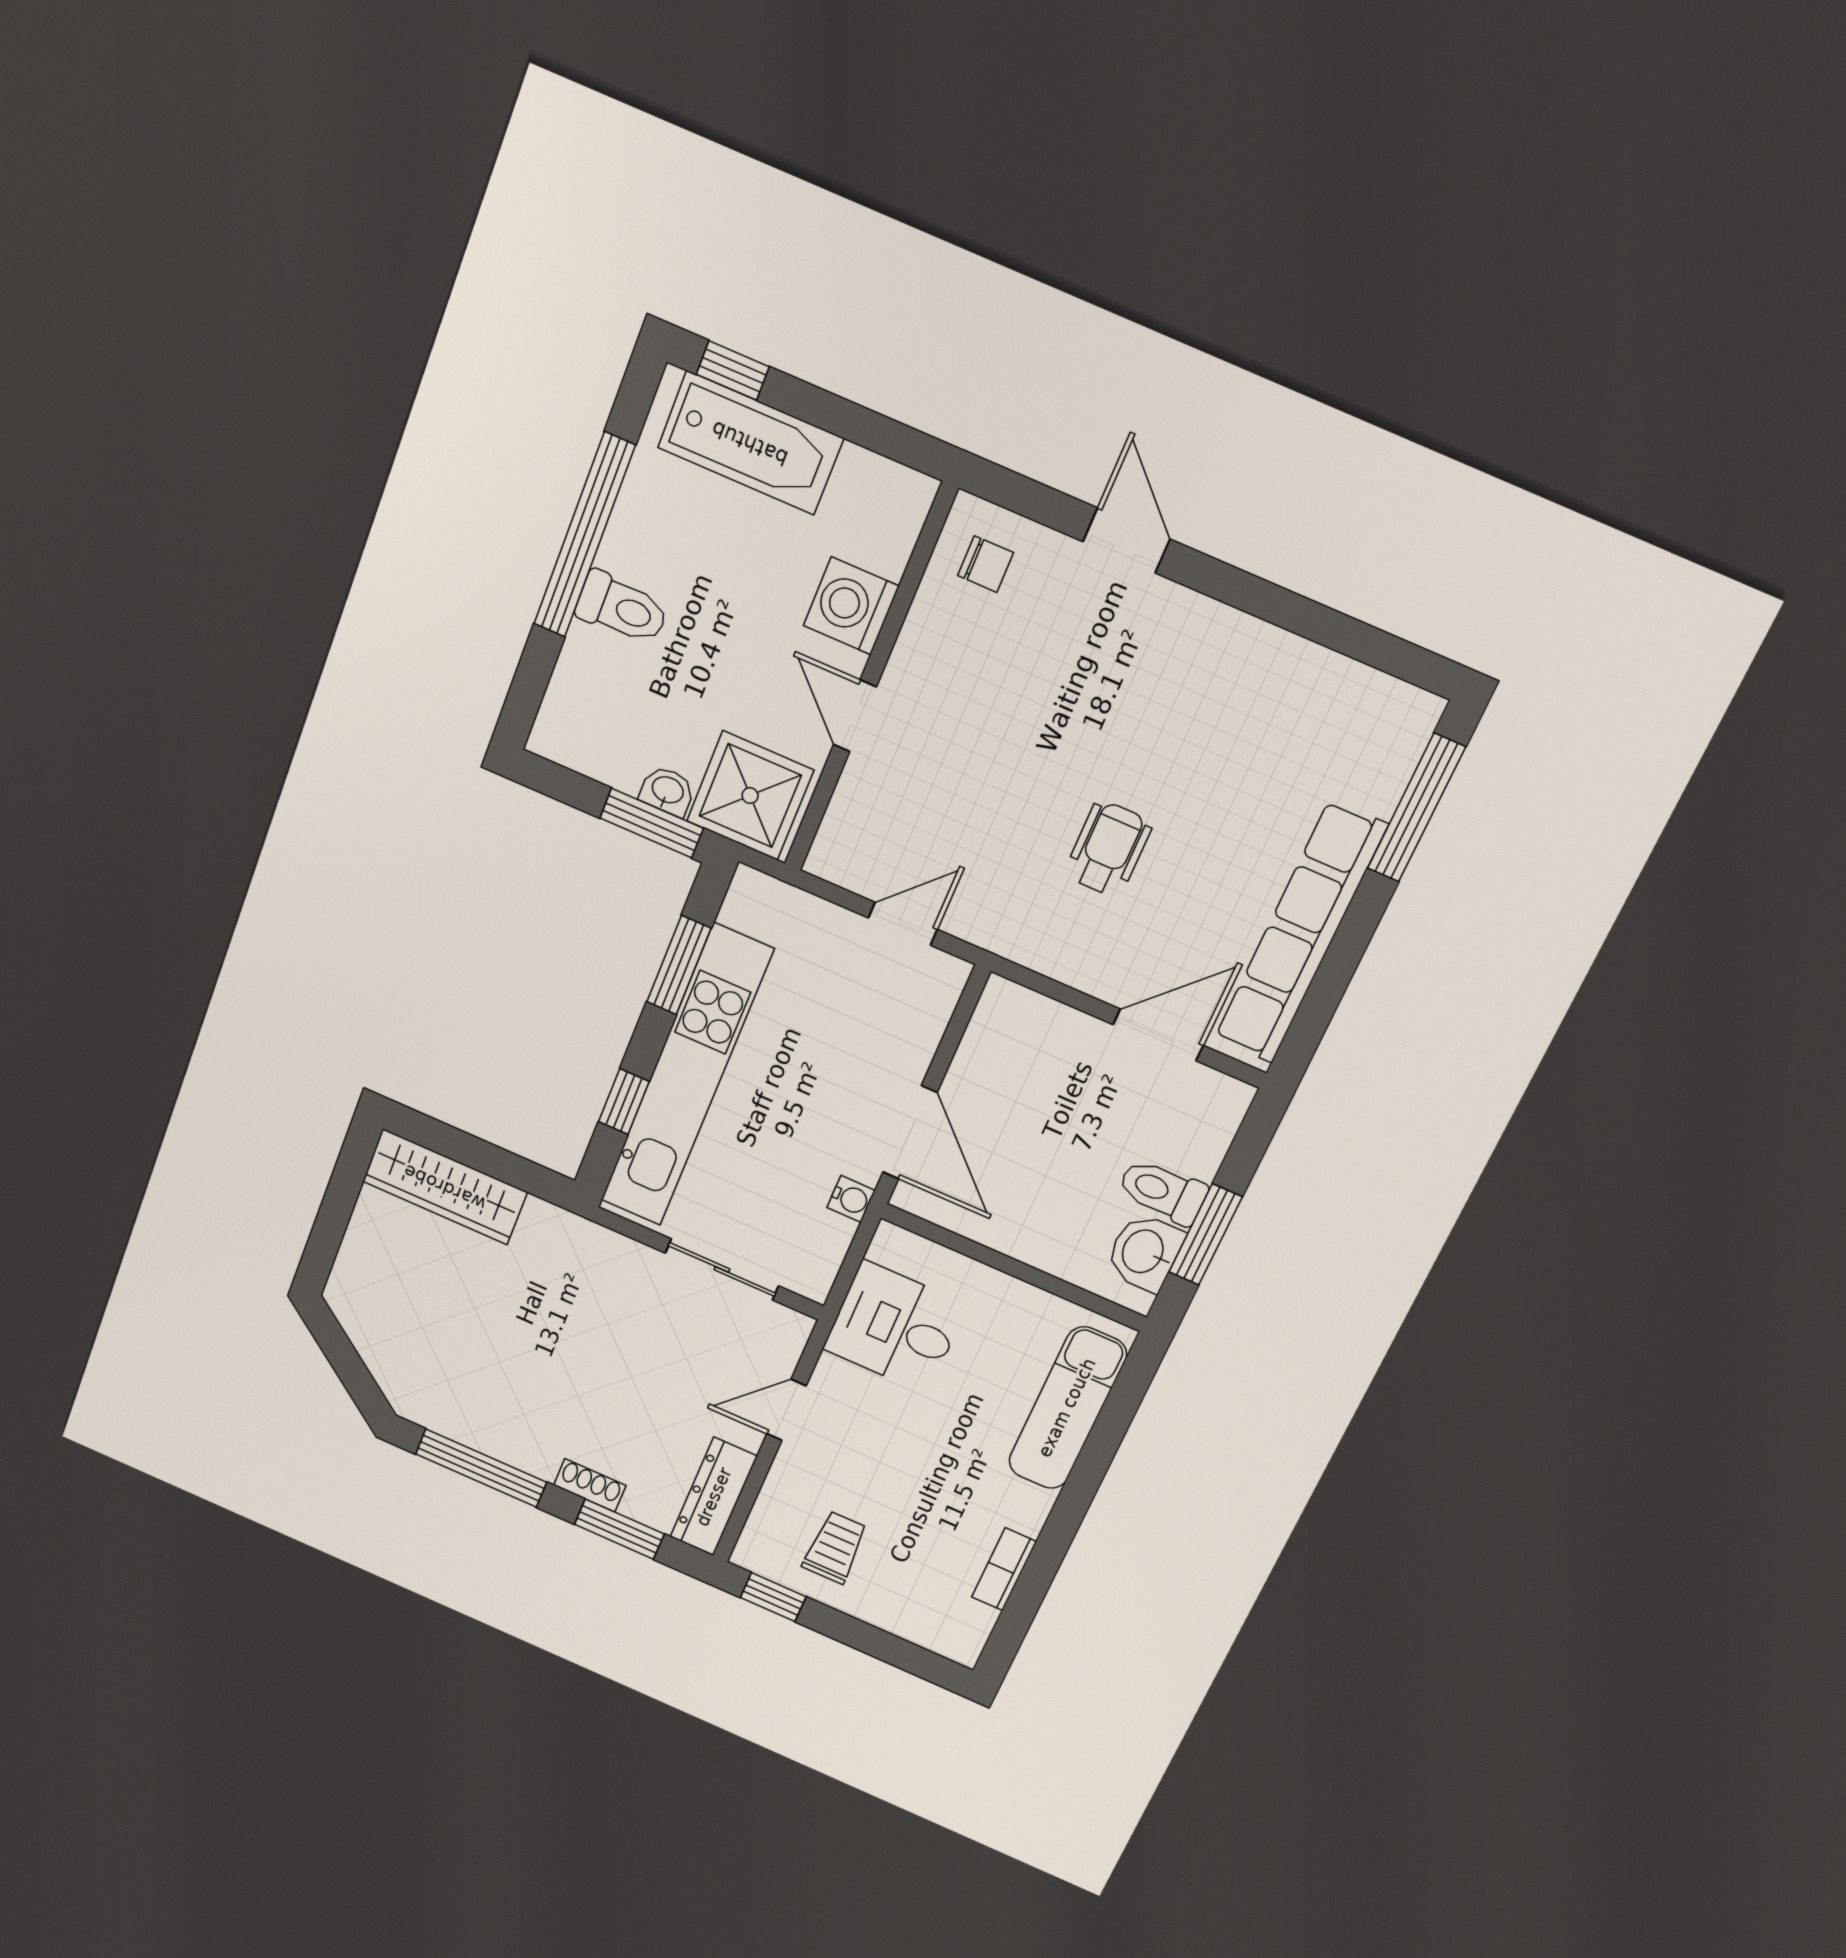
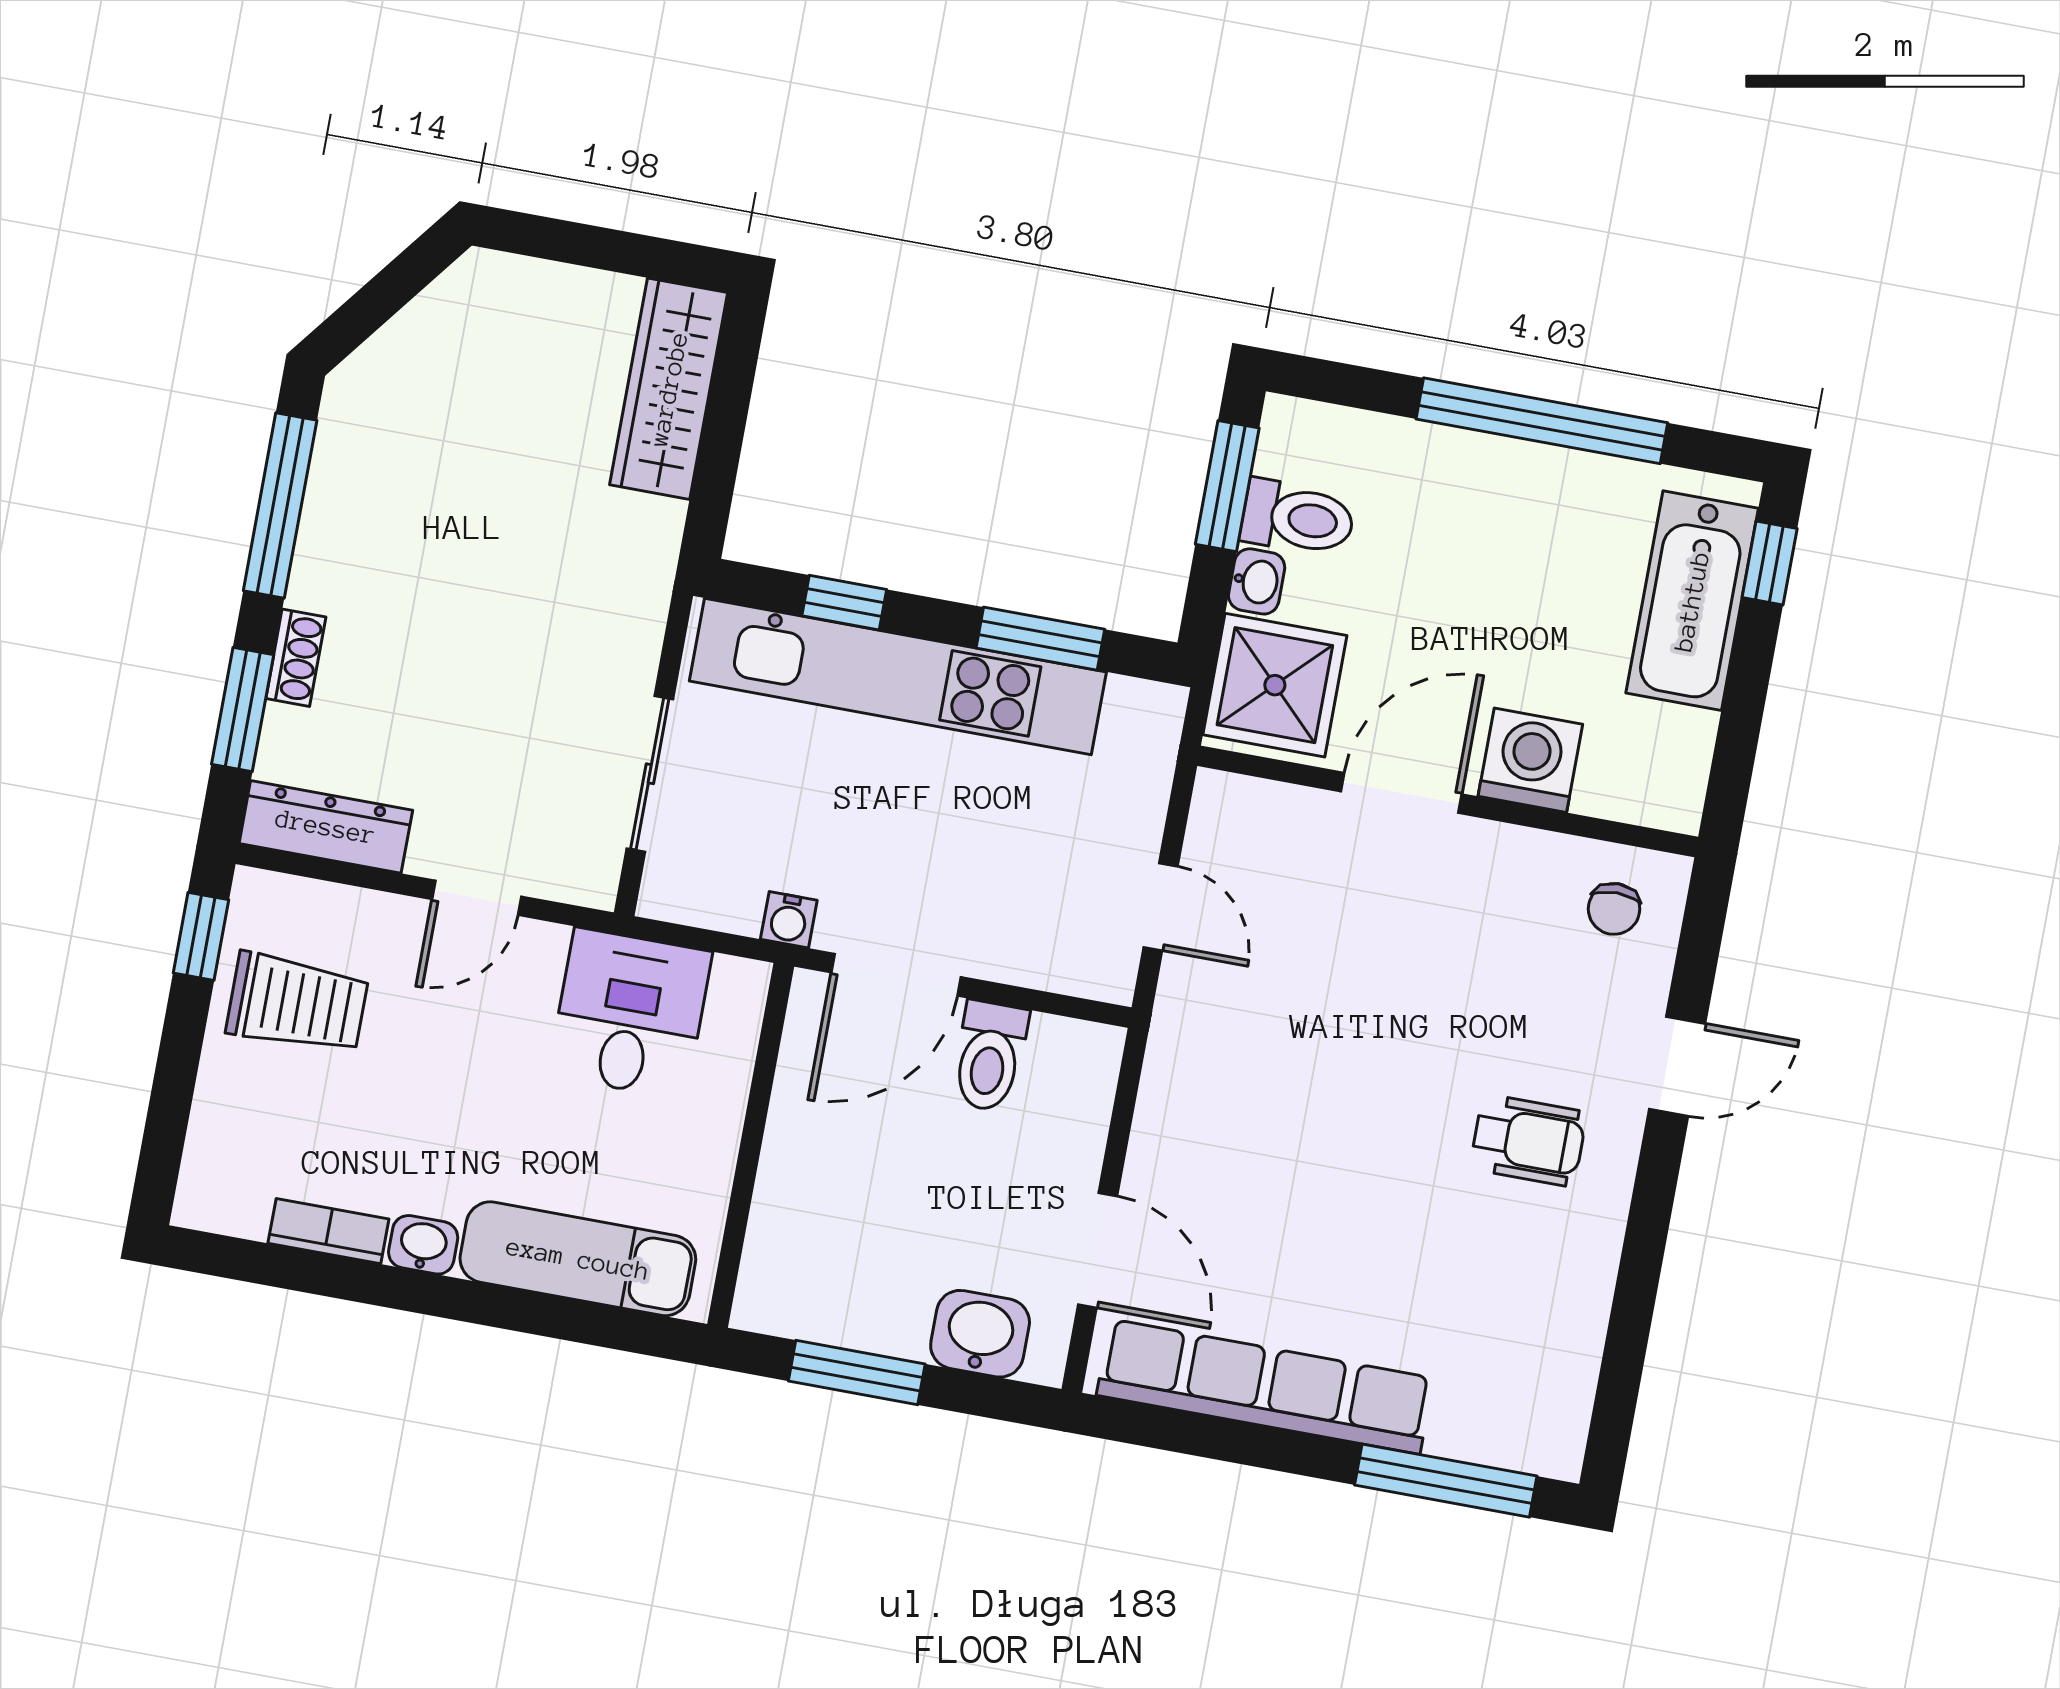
toilet: (622, 608) -> (1298, 518), moved, turned -90
door: (855, 716) -> (1401, 793), width x1.38
window: (652, 823) -> (1227, 486), moved
wheelchair: (1108, 849) -> (1528, 1140), moved
toilet: (1162, 1191) -> (990, 1056), moved, turned 180
washbasin: (1144, 1252) -> (980, 1334), moved
door: (786, 1410) -> (477, 898), swing flipped
washbasin: (1030, 1510) -> (423, 1245), added
trolley: (835, 1547) -> (297, 1003), width x1.36, depth x1.39

